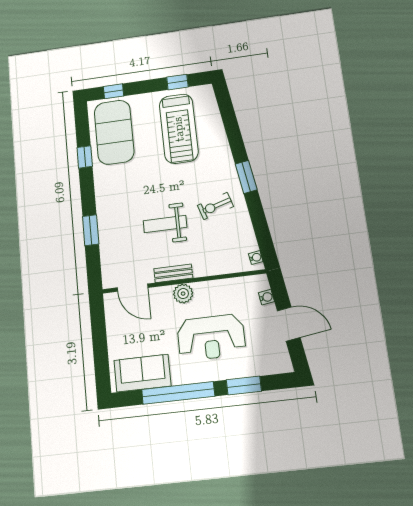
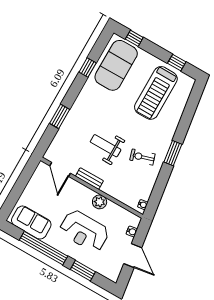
plant: (183, 294) -> (100, 202), moved

